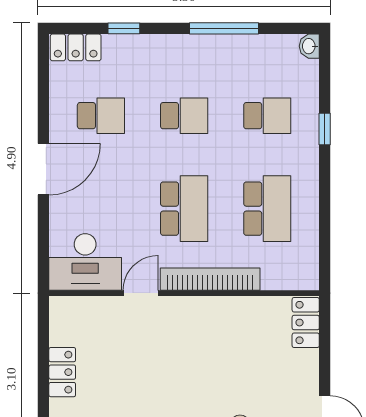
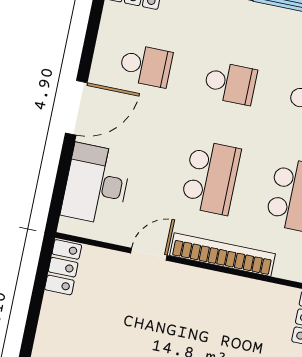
desk: (85, 262) -> (96, 184), moved, turned 90
locker: (62, 372) -> (63, 267), moved

